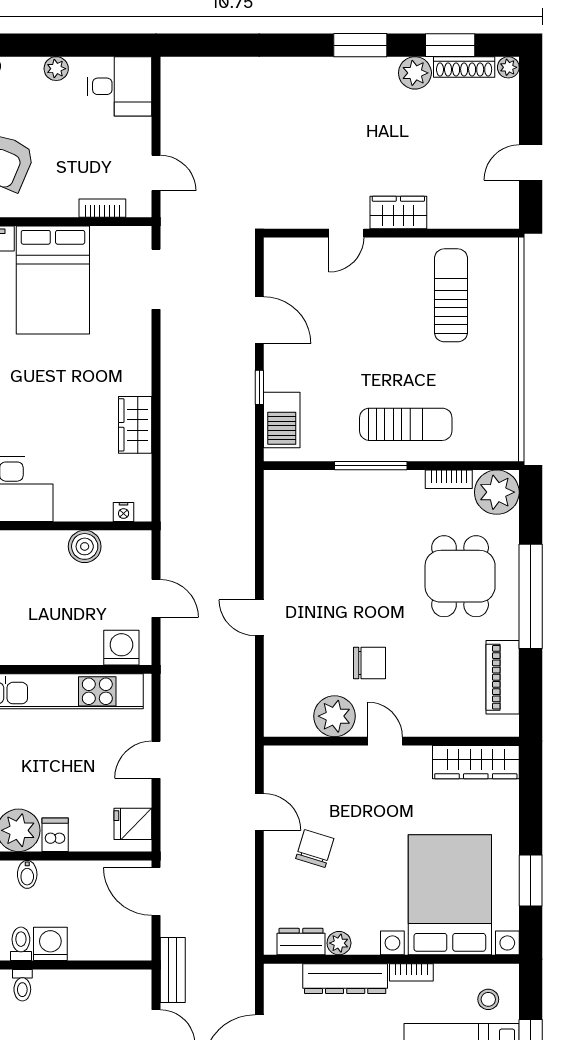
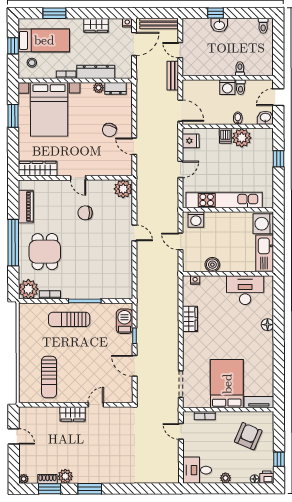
shoe rack: (464, 67) -> (47, 479), width x0.70
door: (531, 163) -> (14, 436), hinge flipped
plant: (335, 716) -> (123, 189), moved

